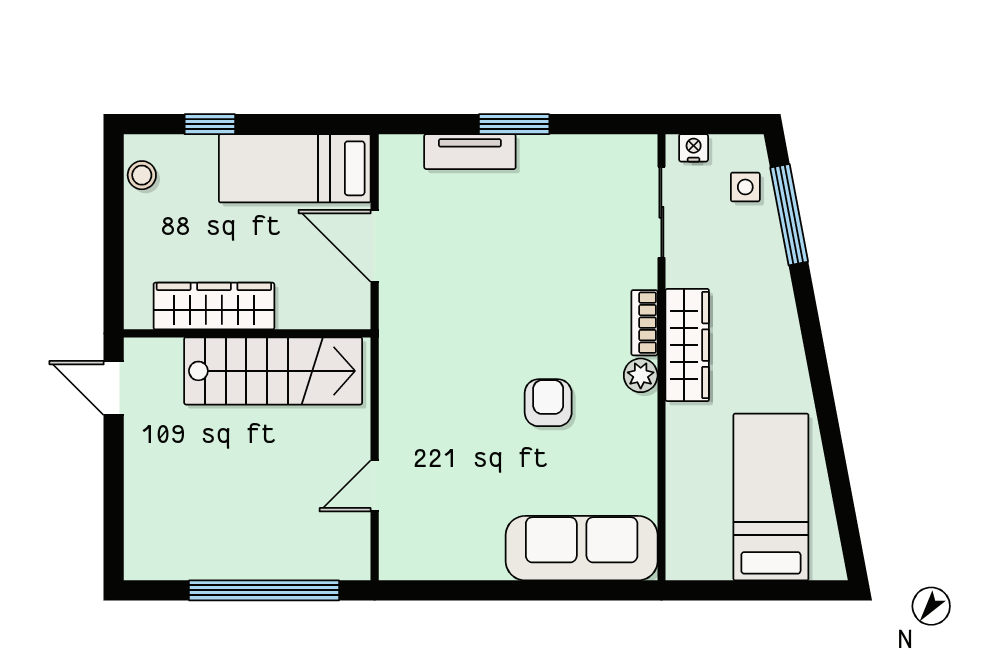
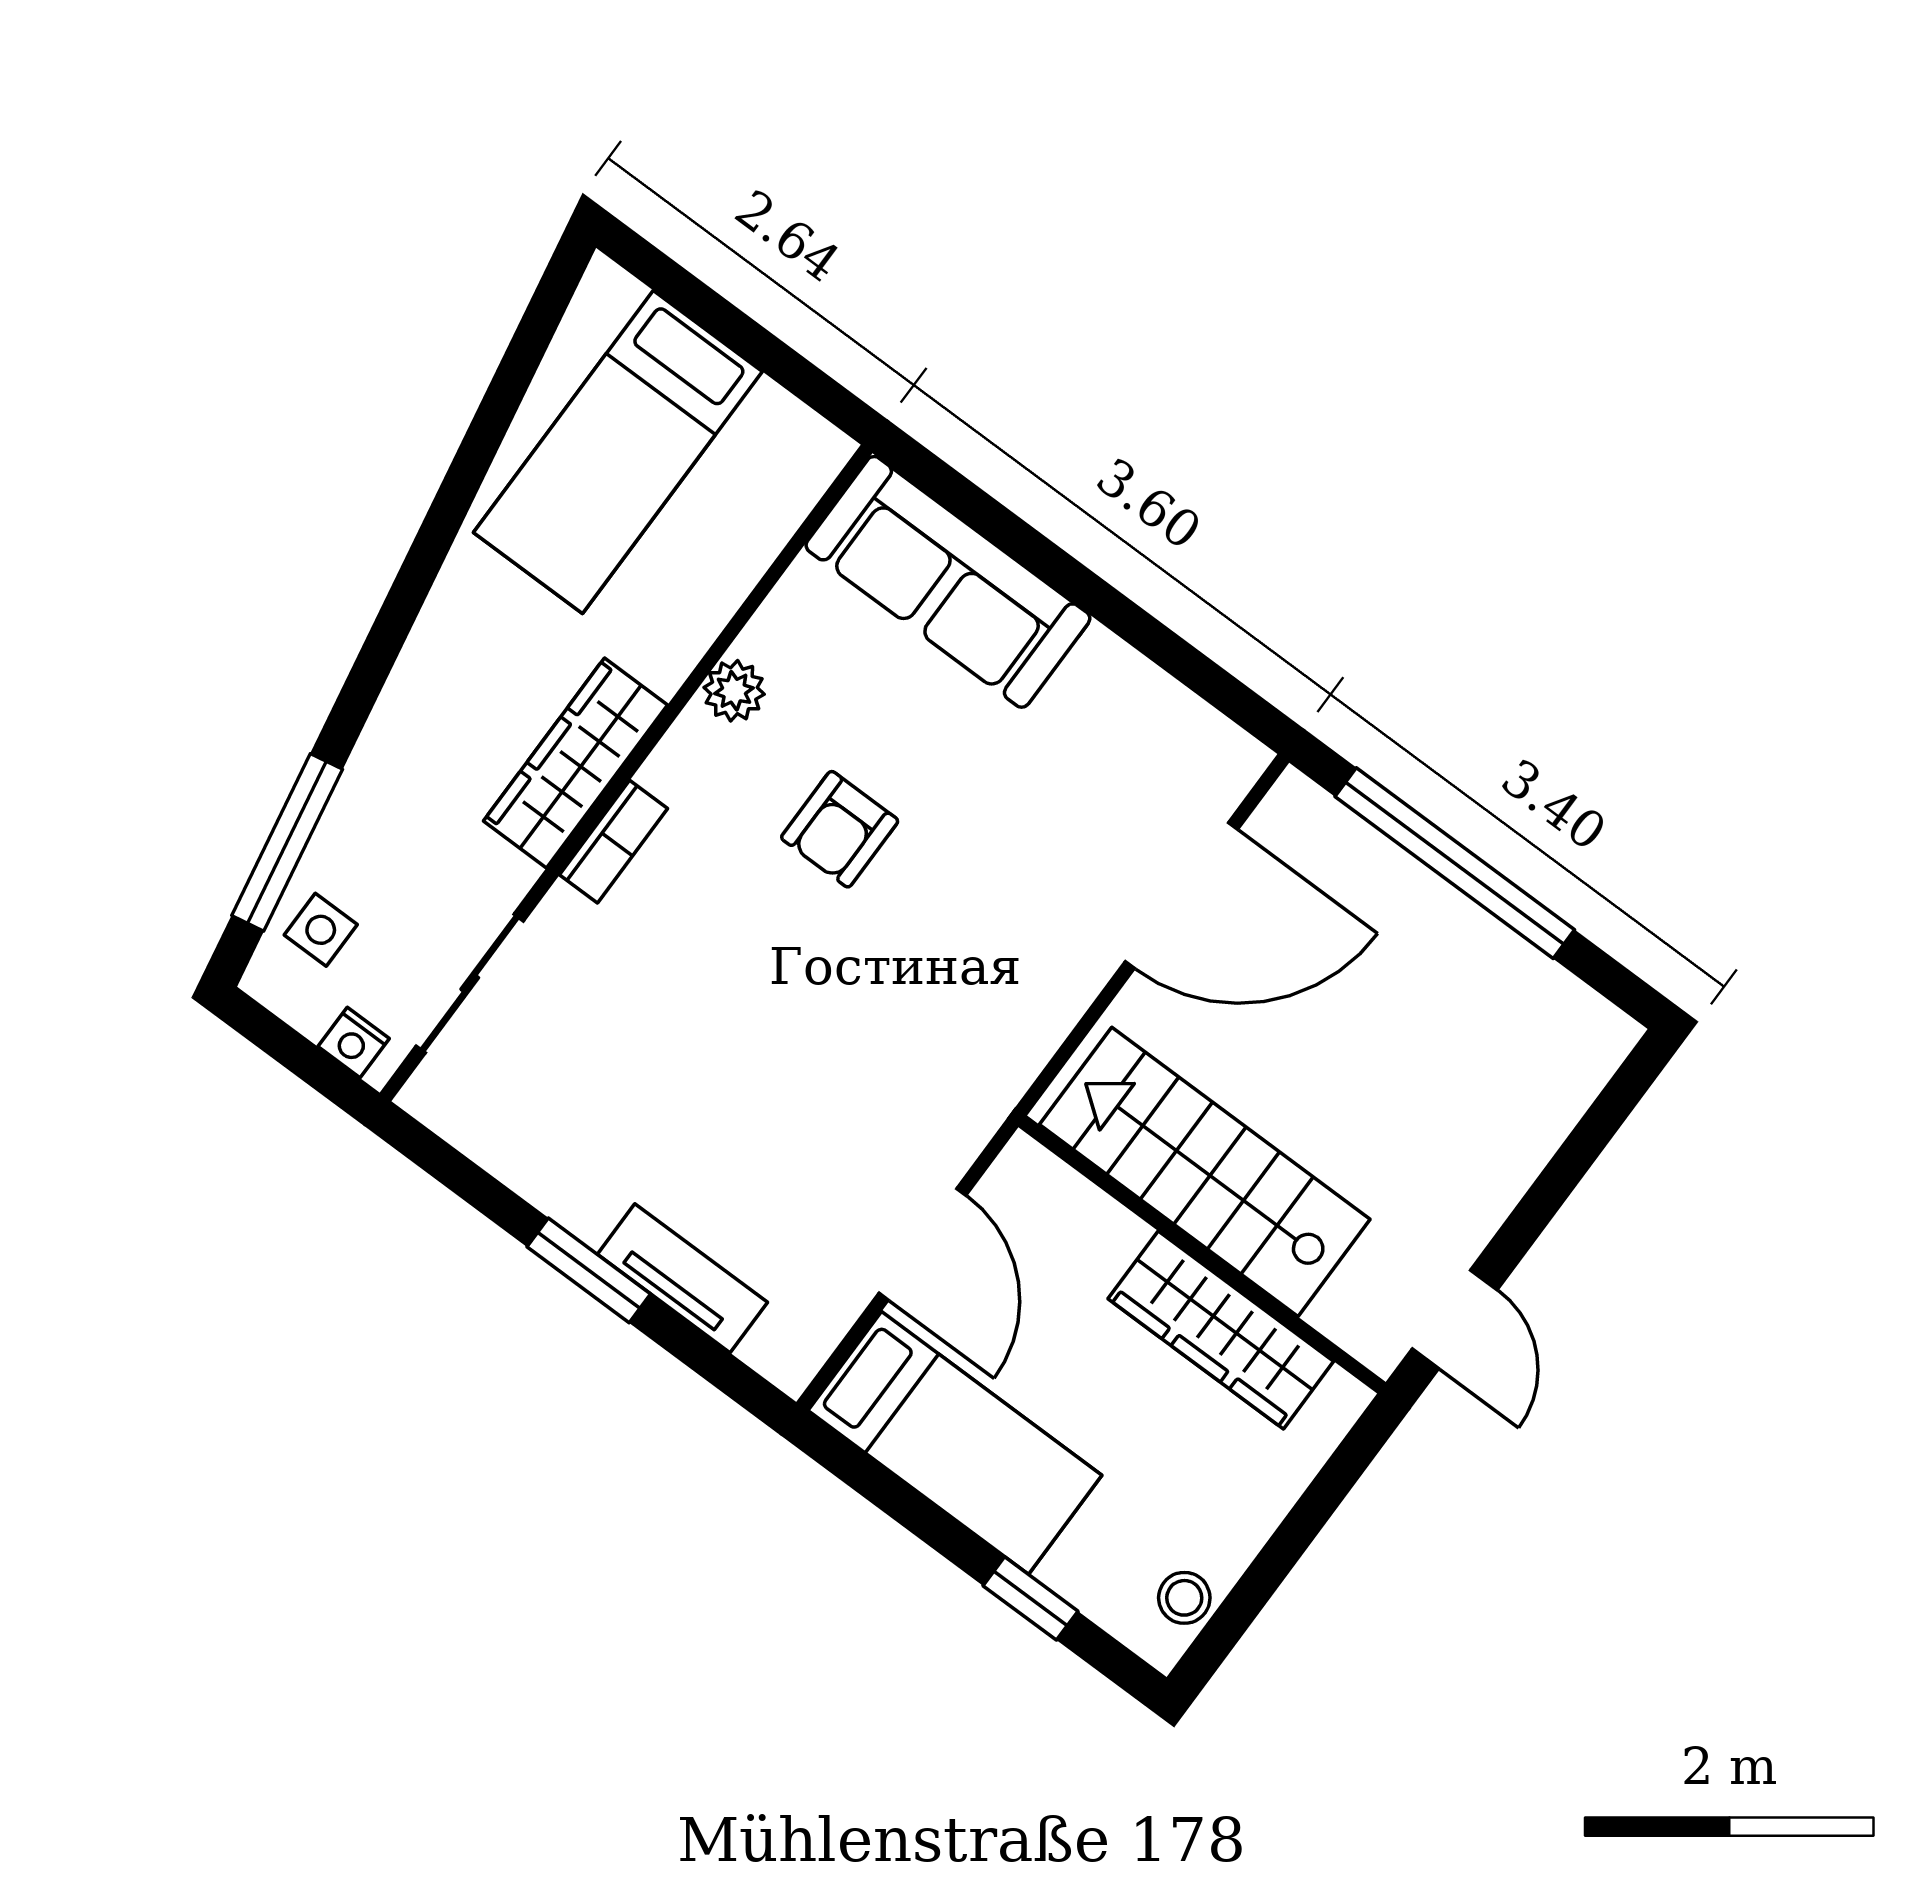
plant: (641, 375) -> (734, 691), moved
door: (375, 486) -> (1182, 895), width x1.88

